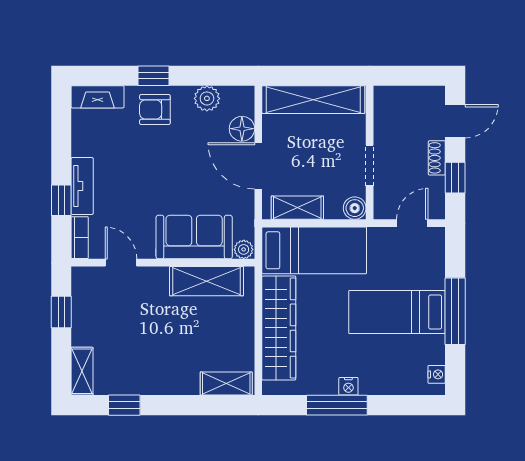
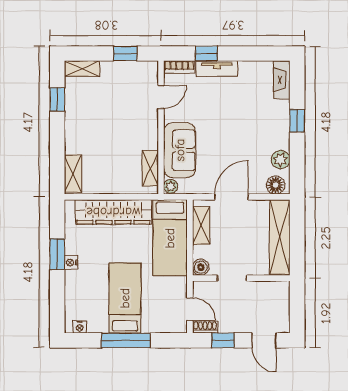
armchair: (155, 109) -> (273, 122), removed
floor lamp: (242, 129) -> (276, 185), moved
shoe rack: (437, 158) -> (205, 327), moved
shelving: (207, 281) -> (150, 168), width x0.67, depth x0.75
window: (337, 405) -> (57, 254), width x0.69

